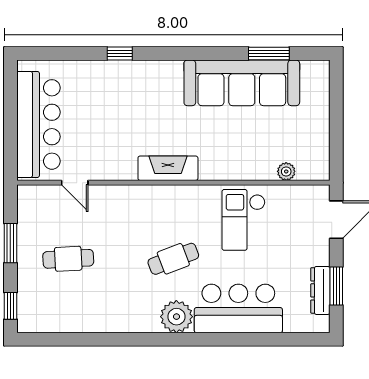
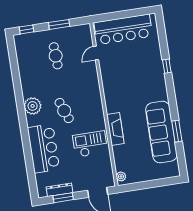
window: (269, 54) -> (177, 131), moved
fireplace: (168, 168) -> (115, 129), moved
plant: (286, 171) -> (121, 176), moved
plant: (176, 317) -> (33, 106), moved

